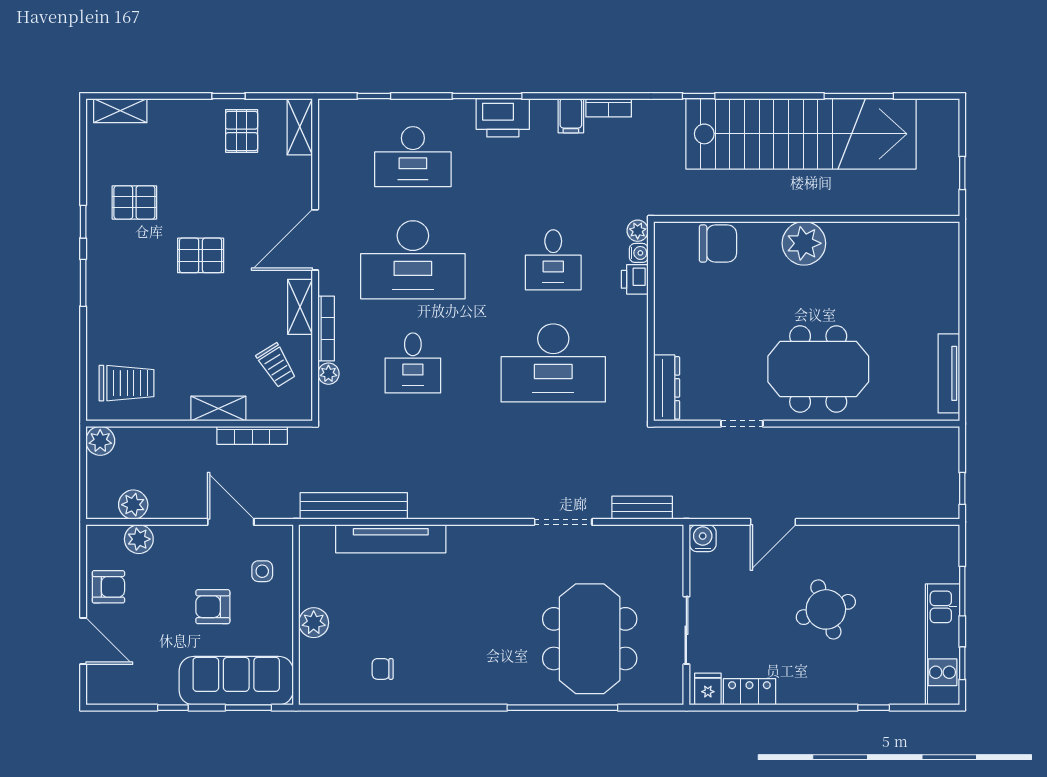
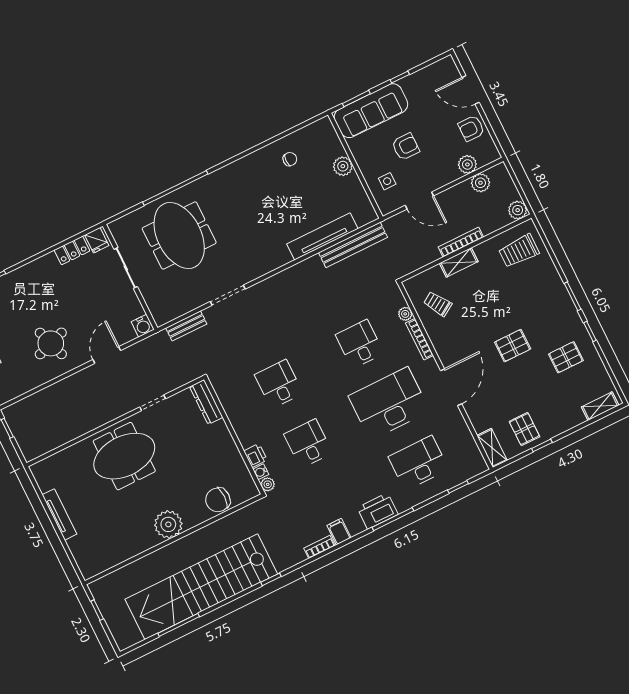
shelving: (300, 307) -> (441, 344), removed
desk: (553, 363) -> (279, 384), width x0.53, depth x0.77
tv unit: (949, 373) -> (59, 514), moved
bookcase: (252, 435) -> (461, 242), moved
round table: (826, 609) -> (51, 343), moved

